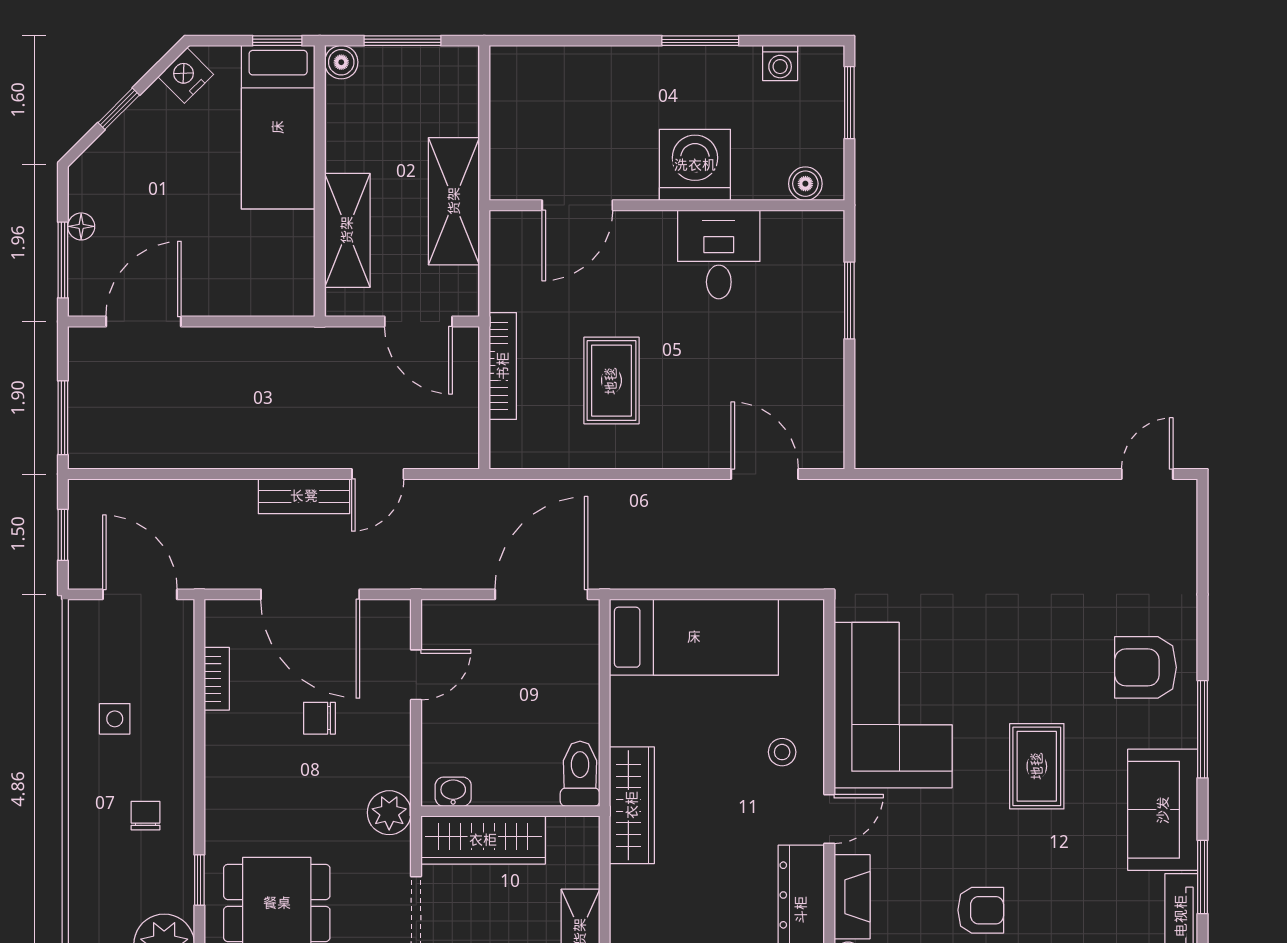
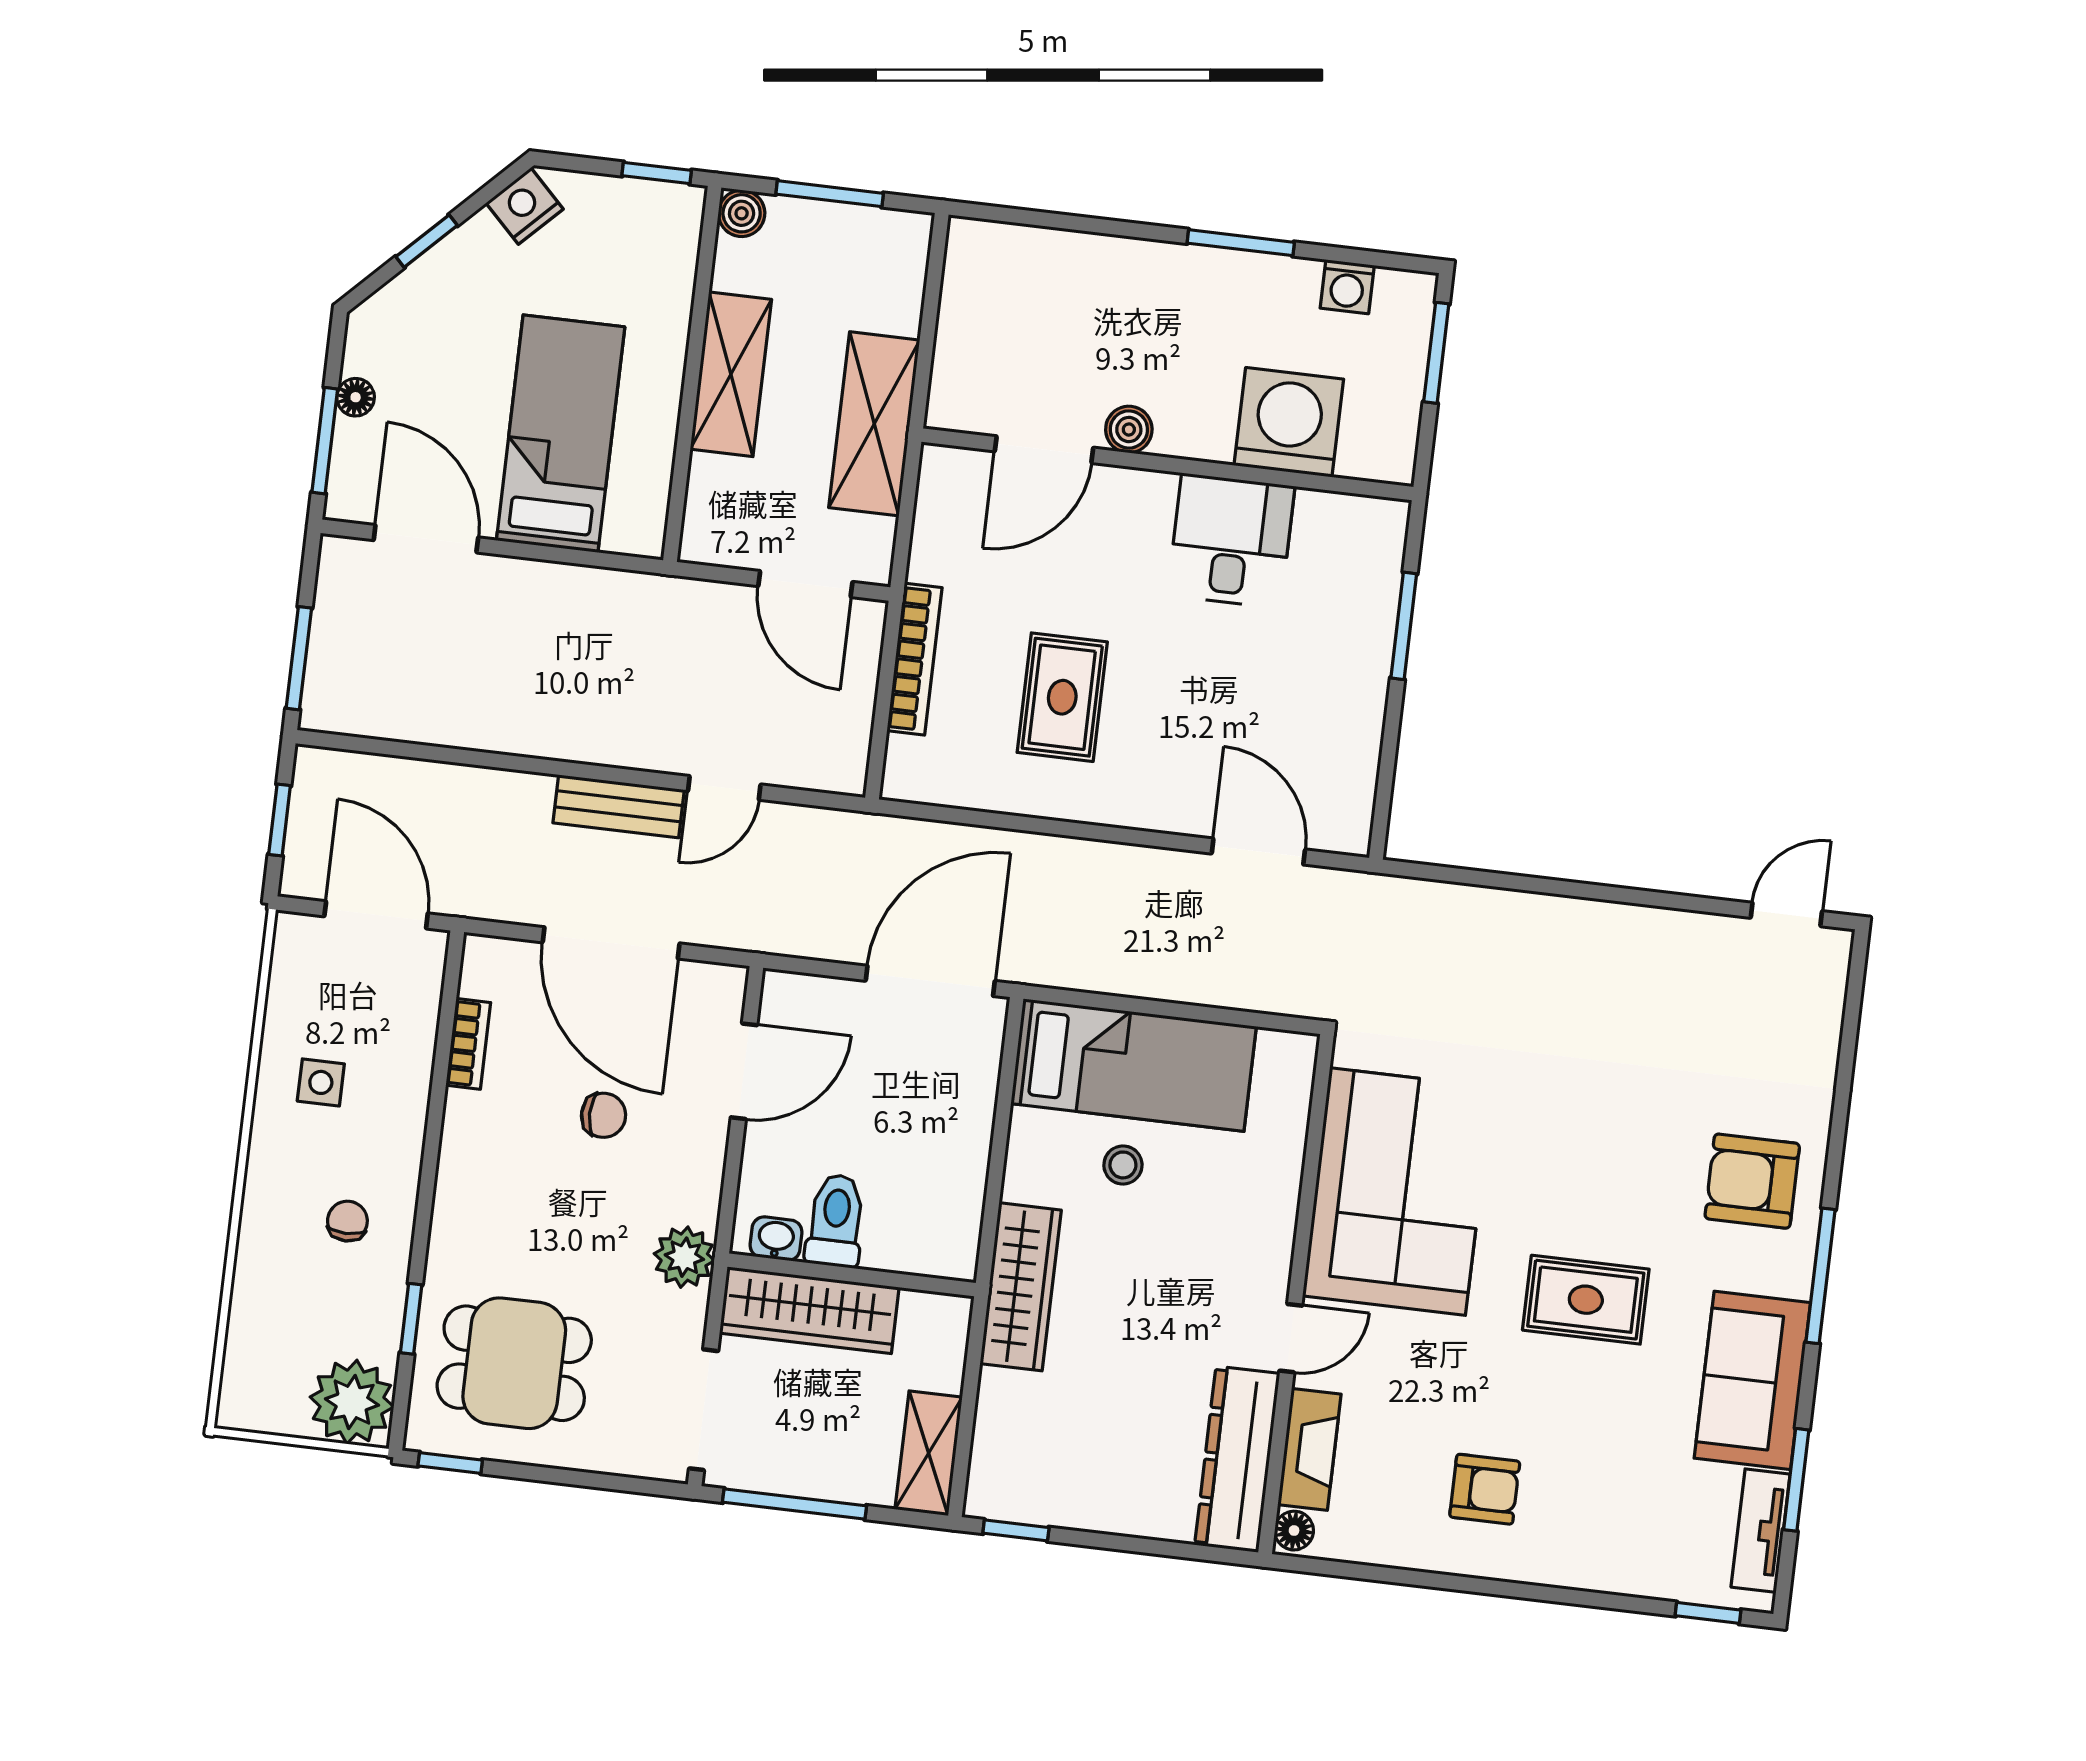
bed: (278, 127) -> (561, 434), moved, turned 180
washing machine: (695, 165) -> (1289, 422), moved
boiler: (805, 184) -> (1129, 429), moved
shelving: (347, 230) -> (731, 374), moved
door: (143, 322) -> (426, 539), hinge flipped
door: (416, 675) -> (744, 1071), width x1.38
chair: (319, 718) -> (604, 1115), turned 180
stool: (782, 752) -> (1123, 1165), moved
rug: (1037, 766) -> (1586, 1300), turned 90
toilet: (580, 774) -> (836, 1221), moved

